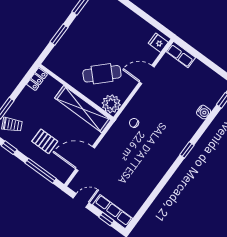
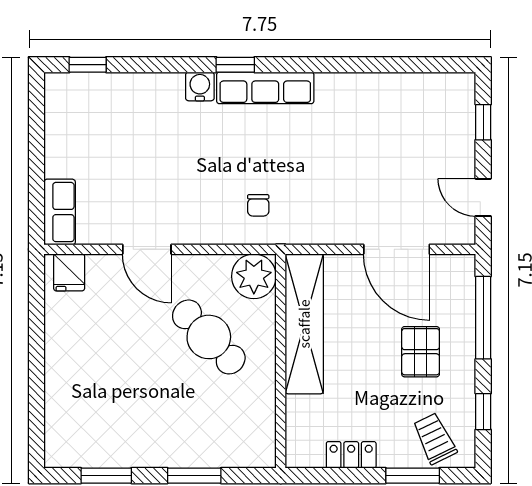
locker: (37, 79) -> (351, 455), moved
water cooler: (204, 112) -> (200, 86), moved
row of seats: (113, 212) -> (265, 88), moved, turned -90

